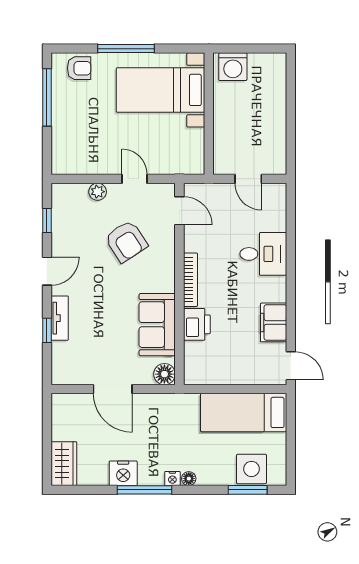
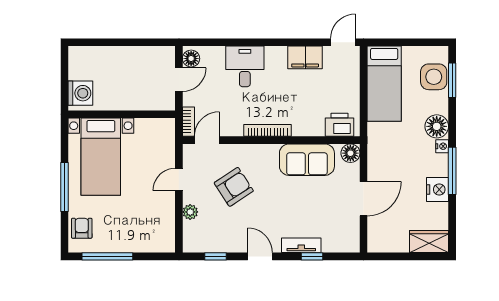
bookcase: (200, 190) -> (189, 122), added
floor lamp: (272, 193) -> (191, 59), added
printer: (197, 324) -> (339, 125), moved
floor lamp: (189, 479) -> (437, 126), width x1.89, depth x1.89

